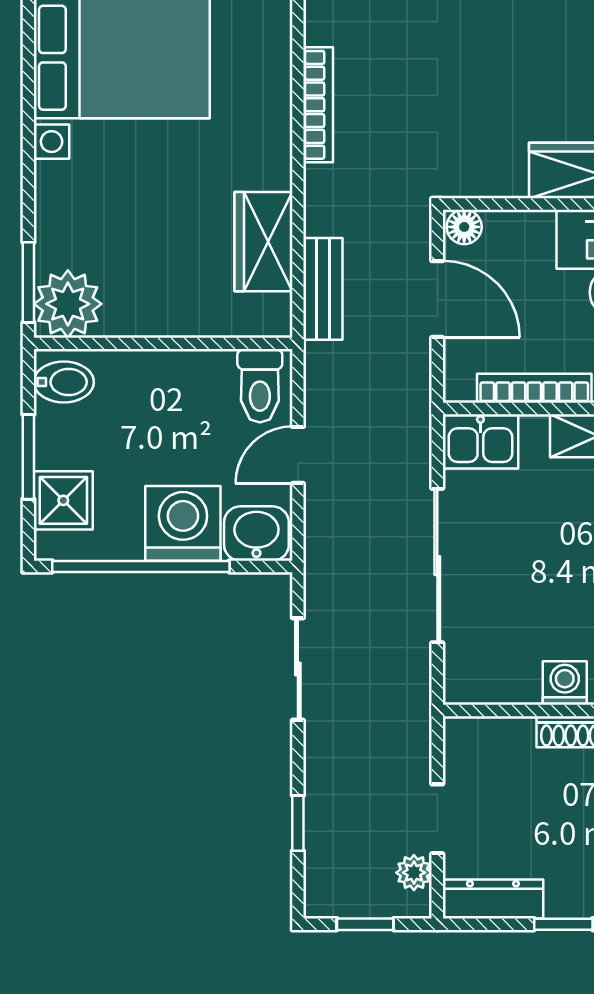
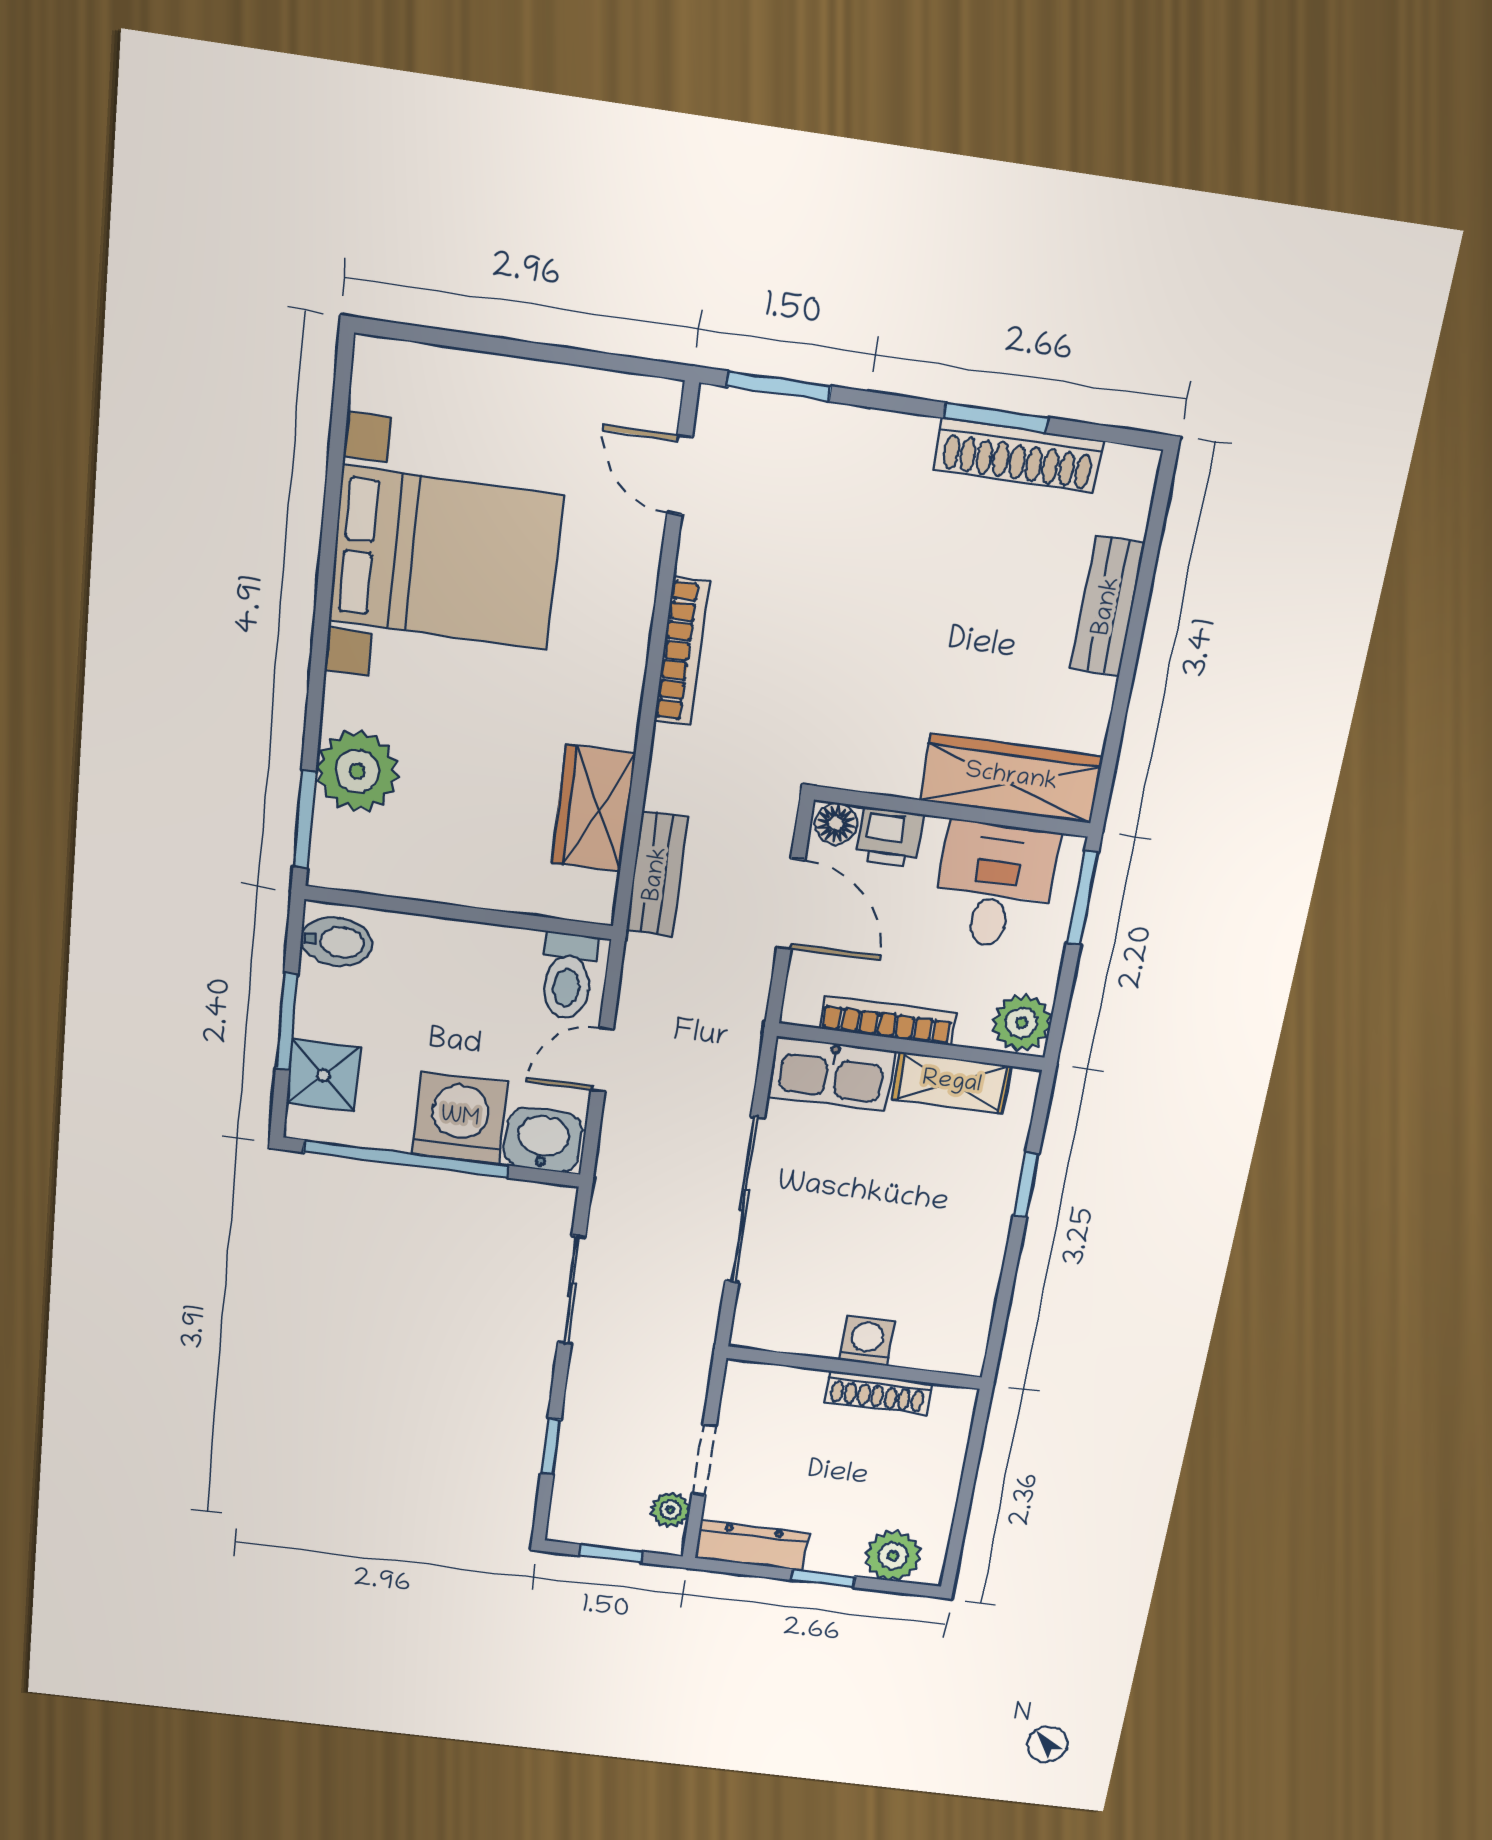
printer: (510, 232) -> (890, 837), added
plant: (68, 304) -> (357, 771), moved
kitchen sink: (480, 441) -> (832, 1074), width x1.38

